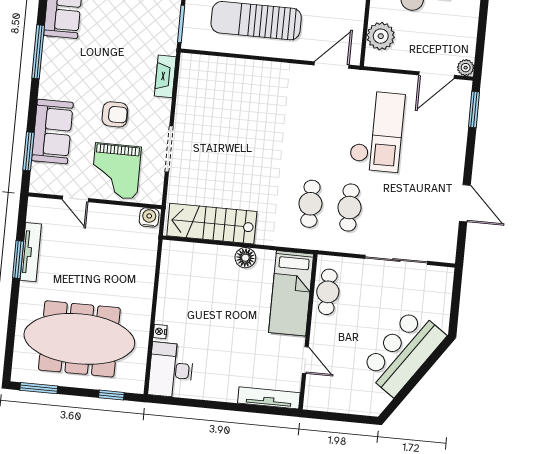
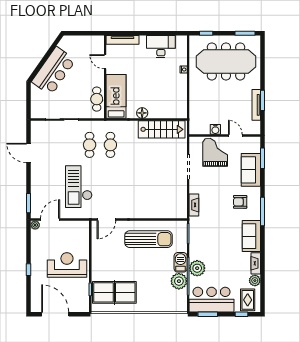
plant: (381, 36) -> (82, 237), removed
armchair: (115, 114) -> (240, 202), moved
water cooler: (149, 217) -> (215, 129), moved
desk: (171, 370) -> (161, 47), moved, turned -90

